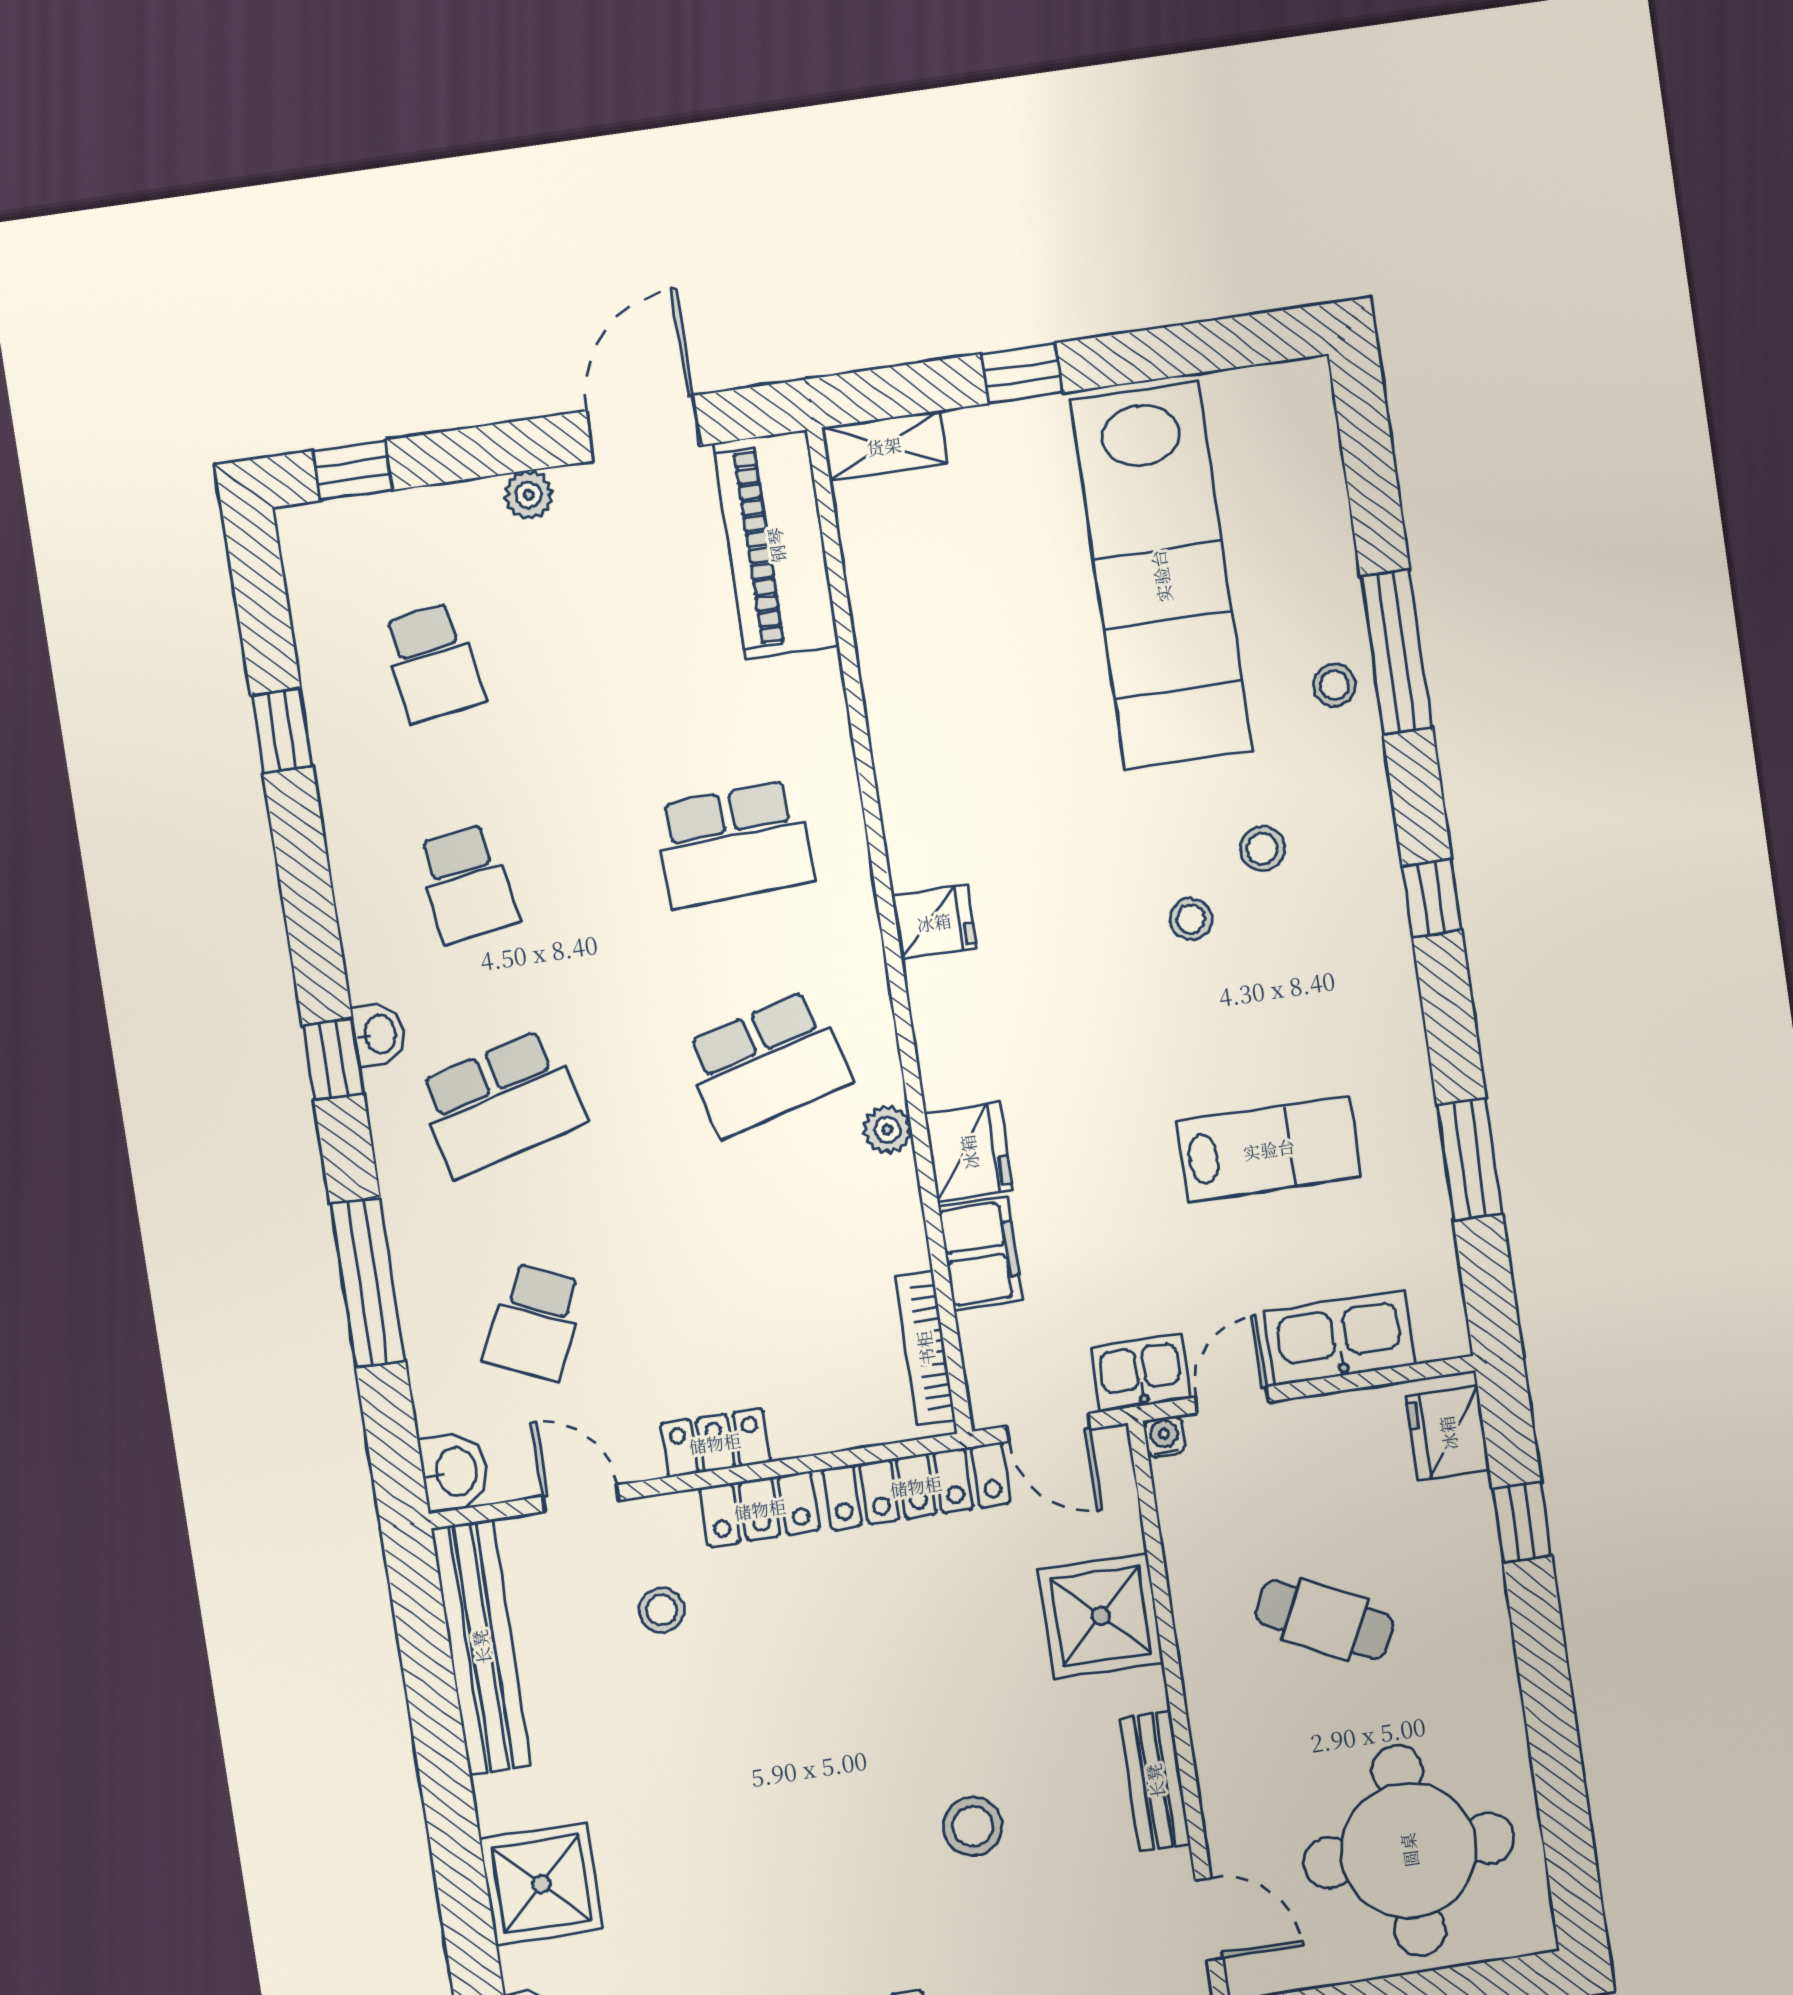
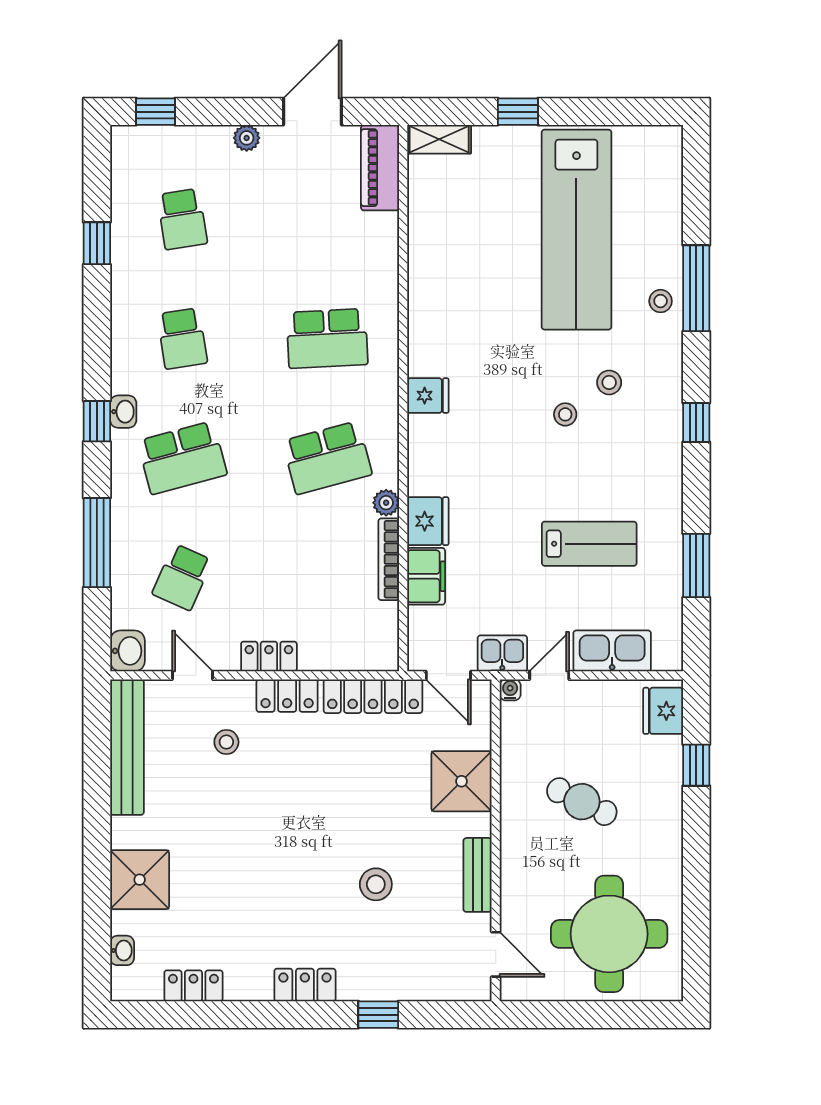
piano: (776, 545) -> (380, 168), width x0.73, depth x0.75
bookcase: (925, 1348) -> (389, 559), moved

